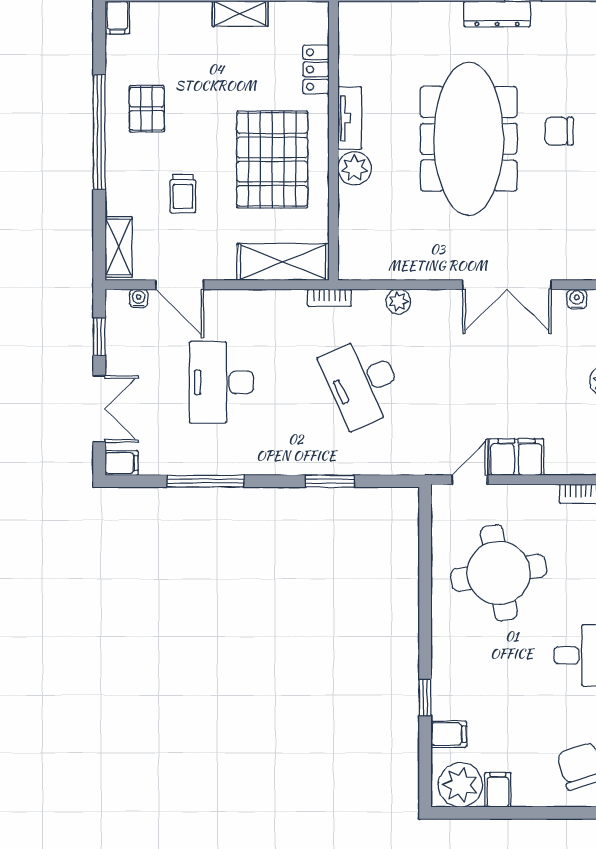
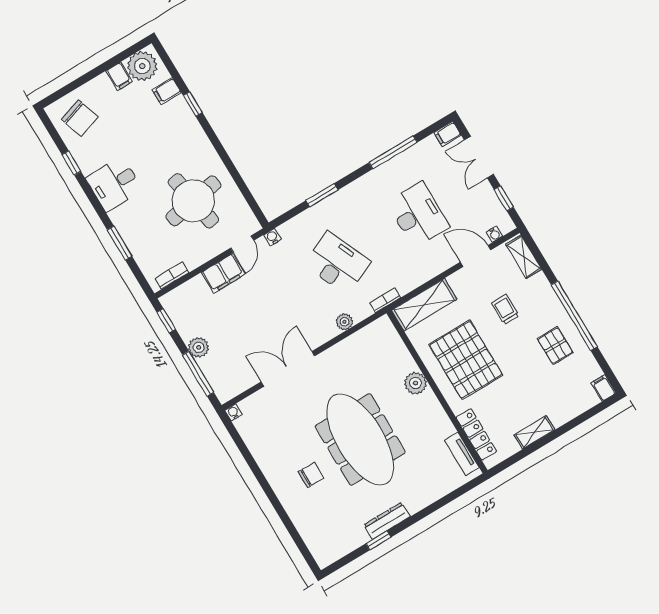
locker: (316, 69) -> (476, 434), width x1.53
tv unit: (350, 118) -> (462, 454), moved
water cooler: (577, 299) -> (272, 237), moved, turned 180

